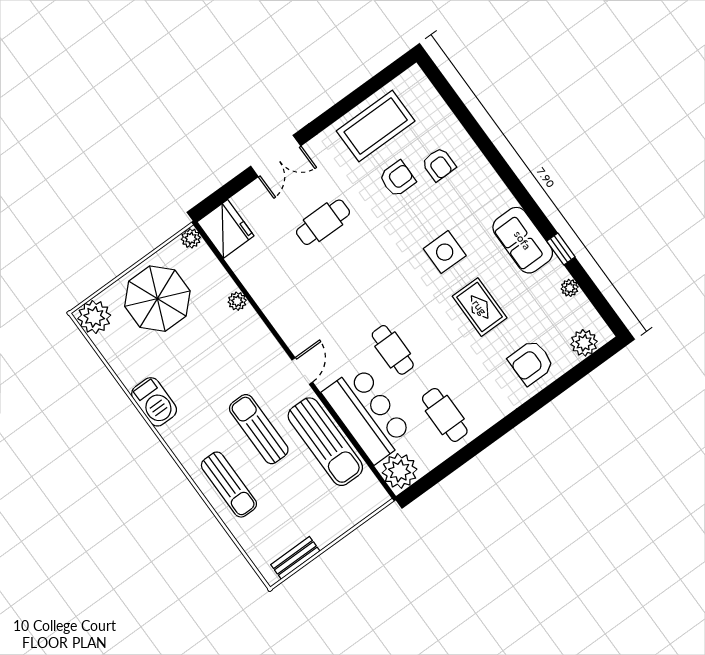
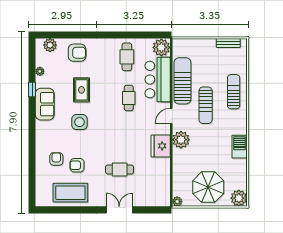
fridge: (225, 229) -> (161, 146), moved
plant: (237, 301) -> (181, 140), moved, width x1.88, depth x1.88

